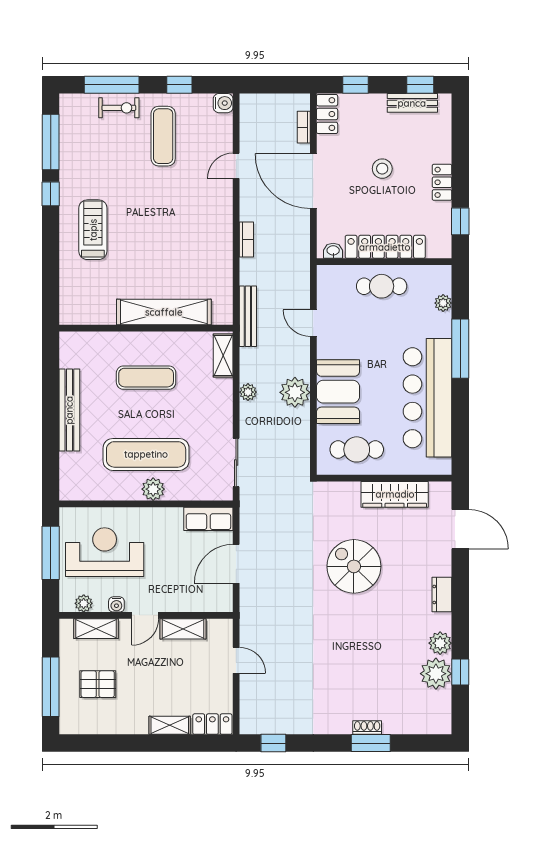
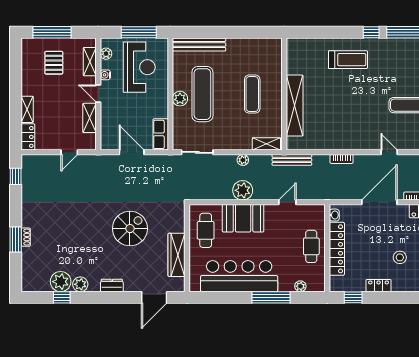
stool: (382, 169) -> (400, 257), moved
bench: (69, 410) -> (199, 44), moved

